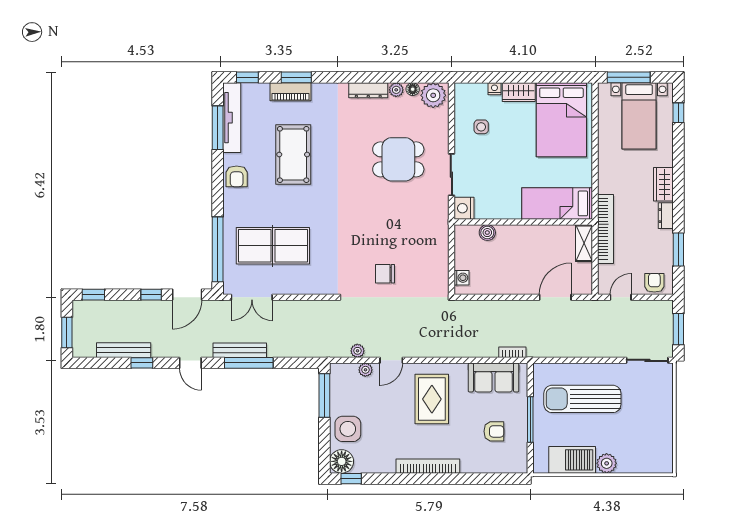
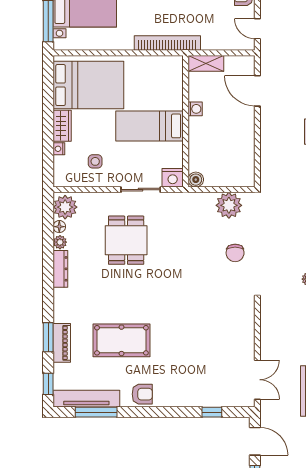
bed: (557, 203) -> (150, 126), moved, turned 90
bookcase: (606, 229) -> (167, 43), moved
boiler: (487, 233) -> (196, 180), moved
table tennis table: (273, 246) -> (208, 360), removed
window: (218, 249) -> (212, 412), width x0.32
plant: (435, 267) -> (229, 205), added
washing machine: (461, 278) -> (195, 109), moved, turned 90

